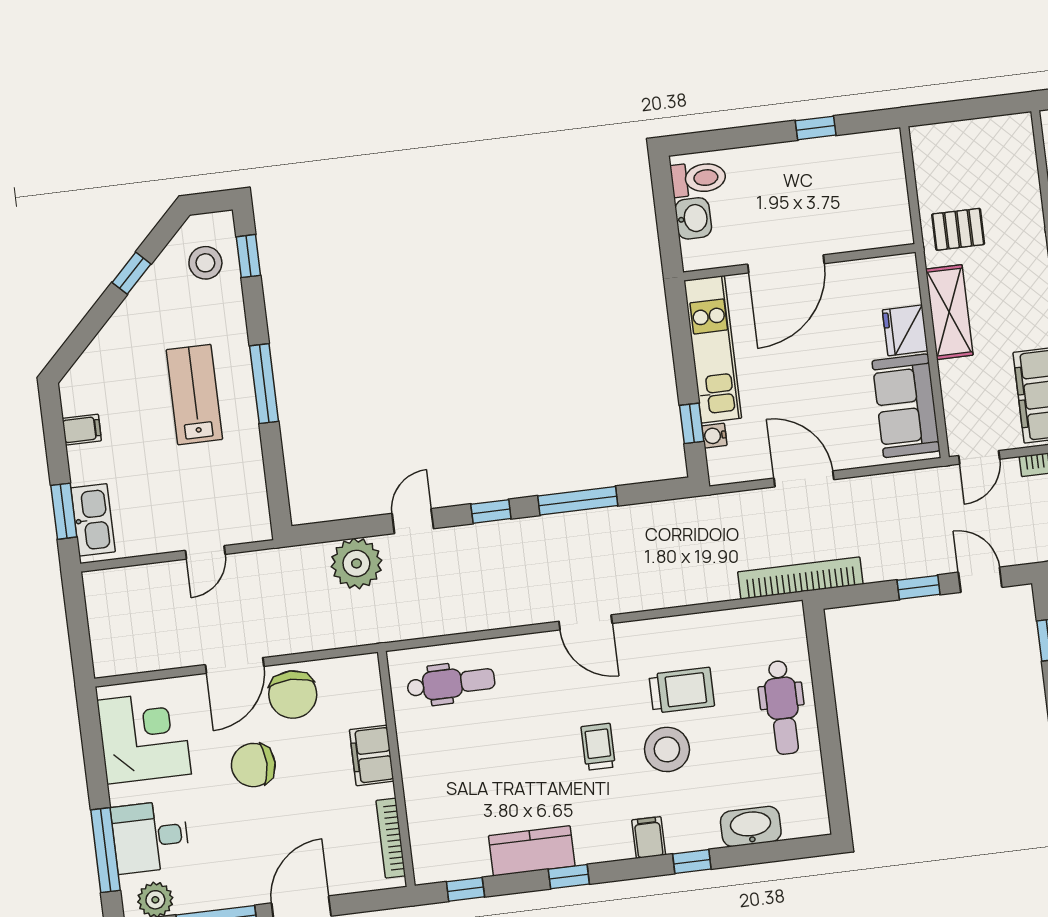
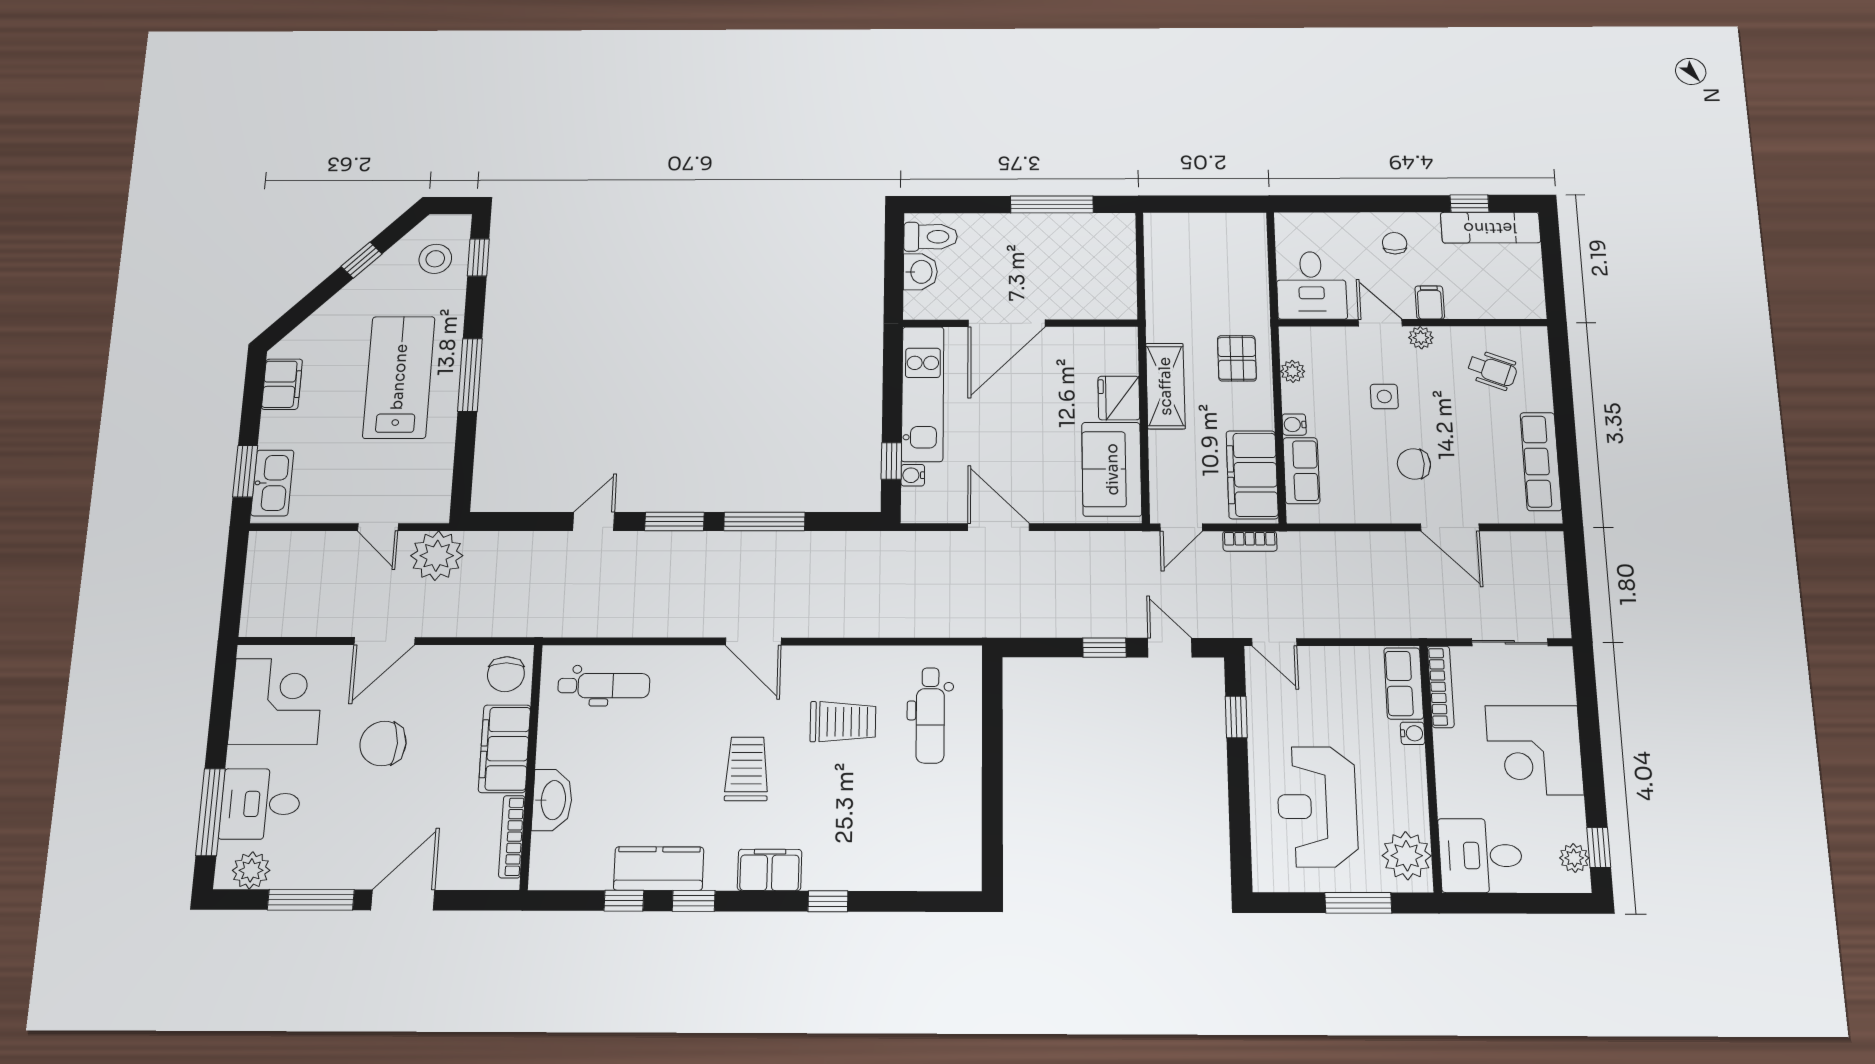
window: (816, 128) -> (1052, 204), width x2.17
pallet: (958, 229) -> (1237, 358), moved, turned 90
lab bench: (194, 395) -> (399, 377), width x1.36, depth x1.39
filing cabinet: (82, 430) -> (282, 384), width x2.00
window: (491, 511) -> (674, 522), width x1.50
door: (205, 552) -> (378, 527), hinge flipped
plant: (356, 563) -> (437, 556), moved
bookcase: (800, 578) -> (982, 624), removed
chair: (293, 695) -> (506, 674), moved, width x0.73, depth x0.73
dental chair: (782, 707) -> (930, 715), moved
trolley: (598, 747) -> (747, 769), width x1.36, depth x1.39
stool: (667, 749) -> (819, 780), removed
filing cabinet: (372, 755) -> (505, 749), width x1.50, depth x1.17
washbasin: (751, 826) -> (552, 800), moved, turned 90
filing cabinet: (649, 837) -> (770, 870), width x2.00
window: (465, 889) -> (624, 901), moved

